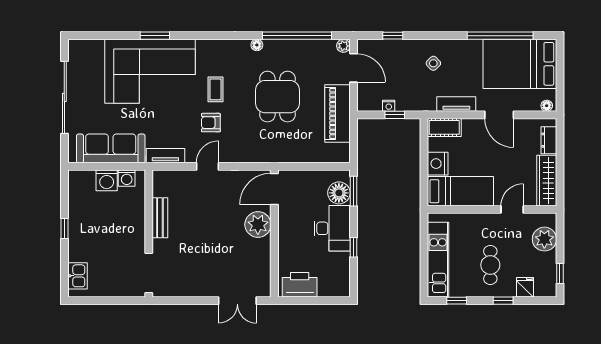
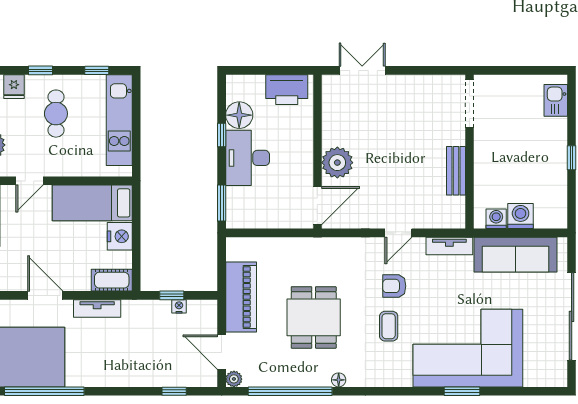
side table: (433, 63) -> (125, 358), removed
armchair: (211, 123) -> (394, 286), turned 180
floor lamp: (339, 193) -> (239, 115), moved

